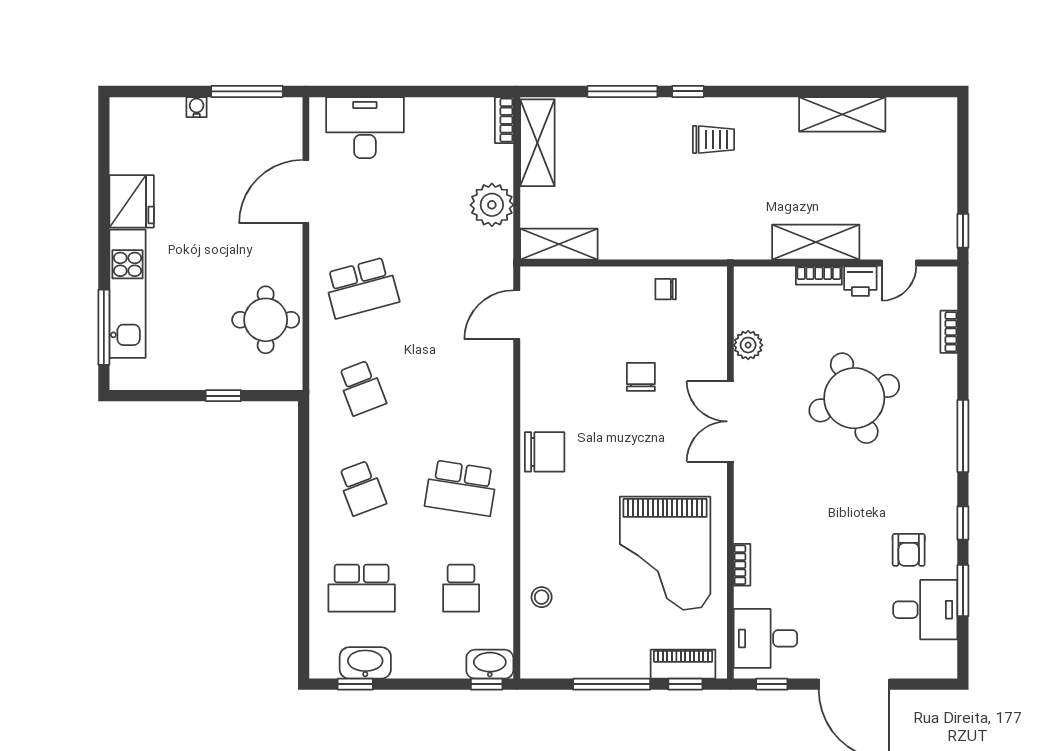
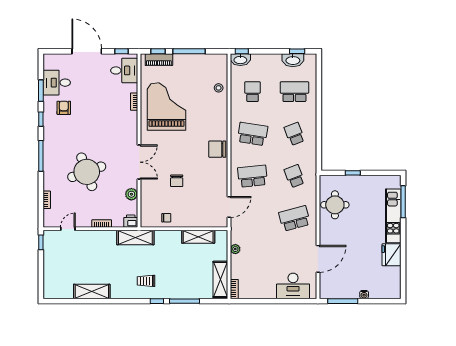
plant: (492, 205) -> (235, 249), width x0.53, depth x0.53
shelving: (816, 242) -> (135, 238), moved
shelving: (559, 244) -> (198, 237), moved
printer: (860, 281) -> (131, 221), moved
school desk: (461, 388) -> (253, 176), added

